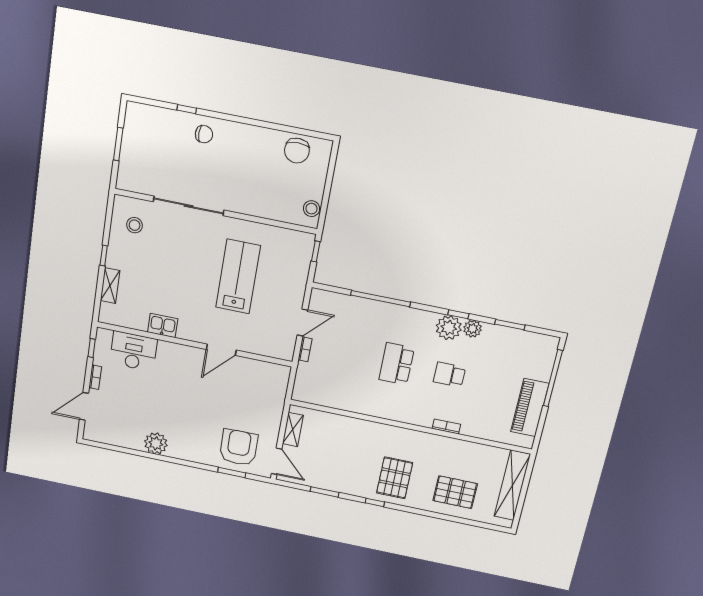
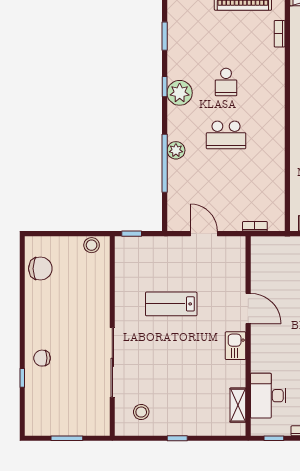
chair: (204, 134) -> (42, 358), turned -90
lab bench: (238, 277) -> (171, 304), width x0.73, depth x0.72
shelving: (110, 286) -> (238, 405), moved, turned 90
kitchen sink: (163, 325) -> (236, 346), moved
plant: (472, 329) -> (176, 150), moved
bookcase: (305, 349) -> (255, 226), moved
bookcase: (446, 426) -> (280, 34), moved

